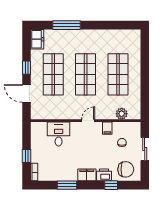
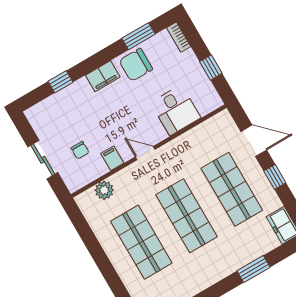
window: (66, 25) -> (254, 269), width x0.69
door: (88, 121) -> (145, 153), swing flipped
window: (26, 156) -> (211, 68), moved
chair: (126, 169) -> (136, 65), moved
printer: (104, 175) -> (79, 90), removed
window: (67, 185) -> (139, 36), moved

